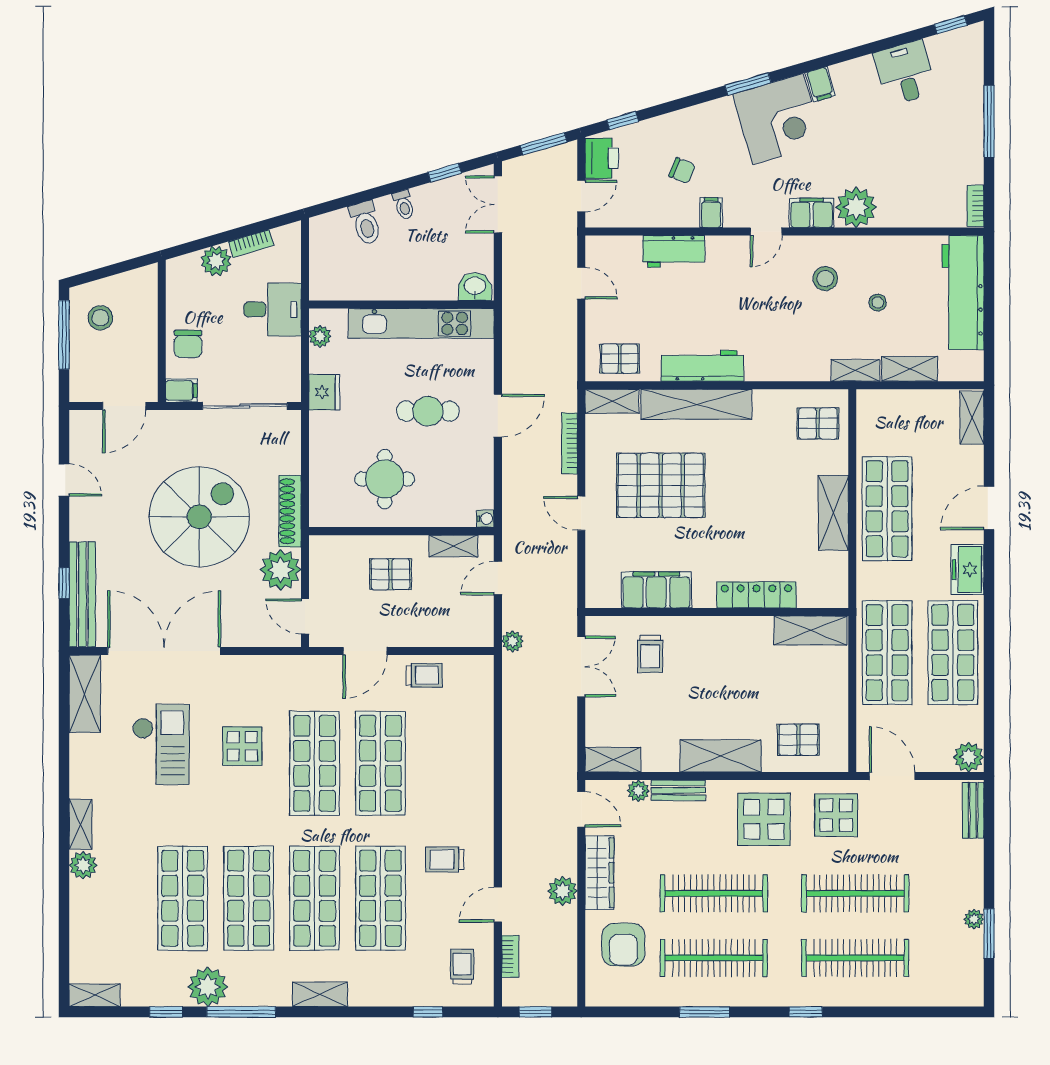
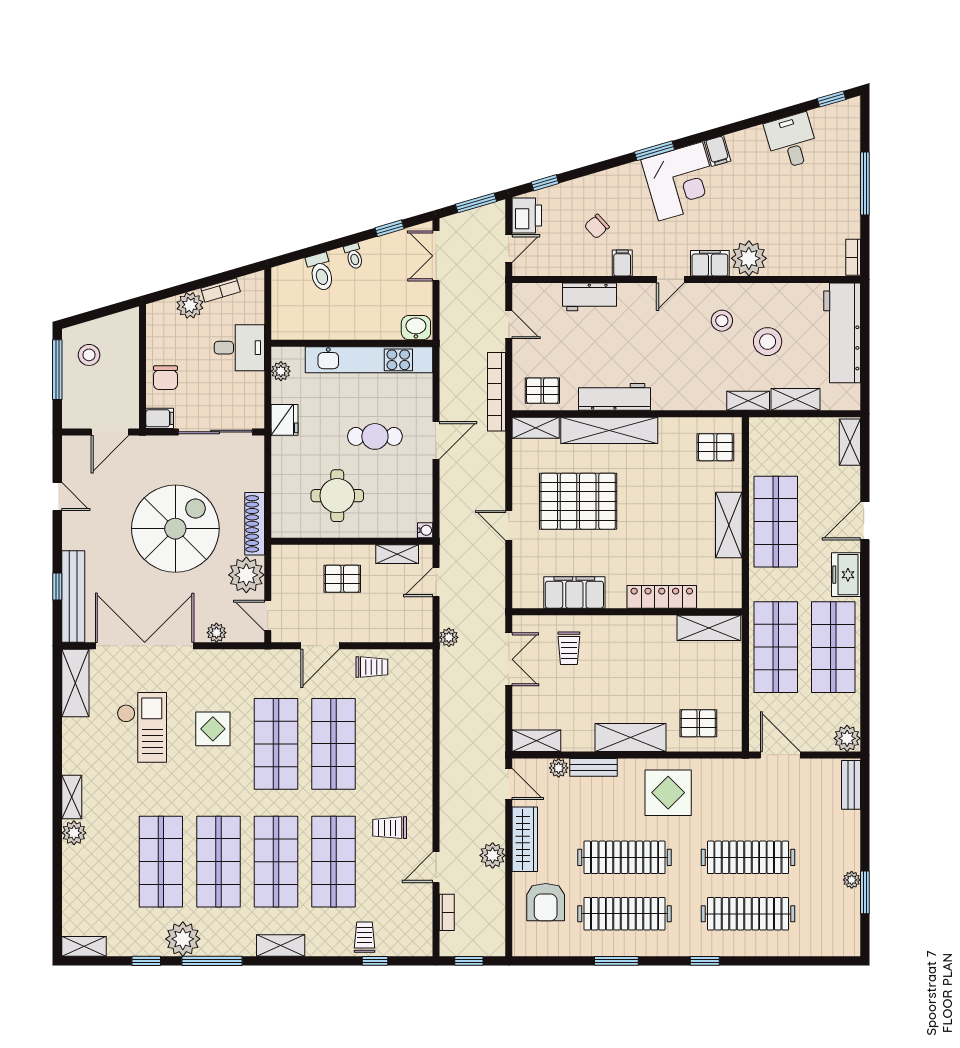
chair: (682, 171) -> (597, 226), turned 116
stool: (878, 303) -> (768, 342), width x1.89, depth x1.89
bookcase: (570, 443) -> (496, 392), moved, width x1.48, depth x1.31
plant: (246, 636) -> (216, 633), added
display table: (836, 815) -> (731, 789), removed
trolley: (462, 967) -> (365, 937), moved

